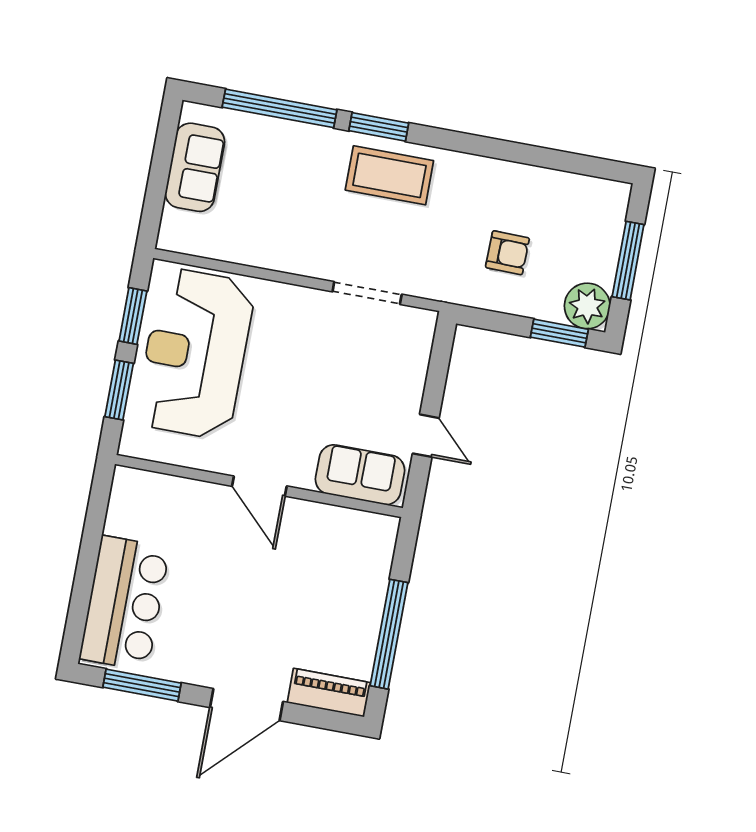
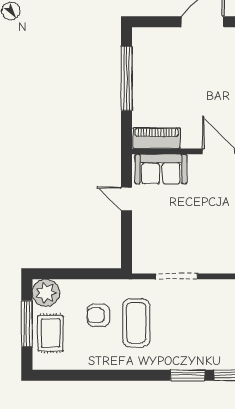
coffee table: (389, 175) -> (136, 323), moved, turned 90
rug: (592, 238) -> (50, 333), added
window: (559, 333) -> (59, 274), removed
piano: (329, 693) -> (157, 138), moved, turned 180

